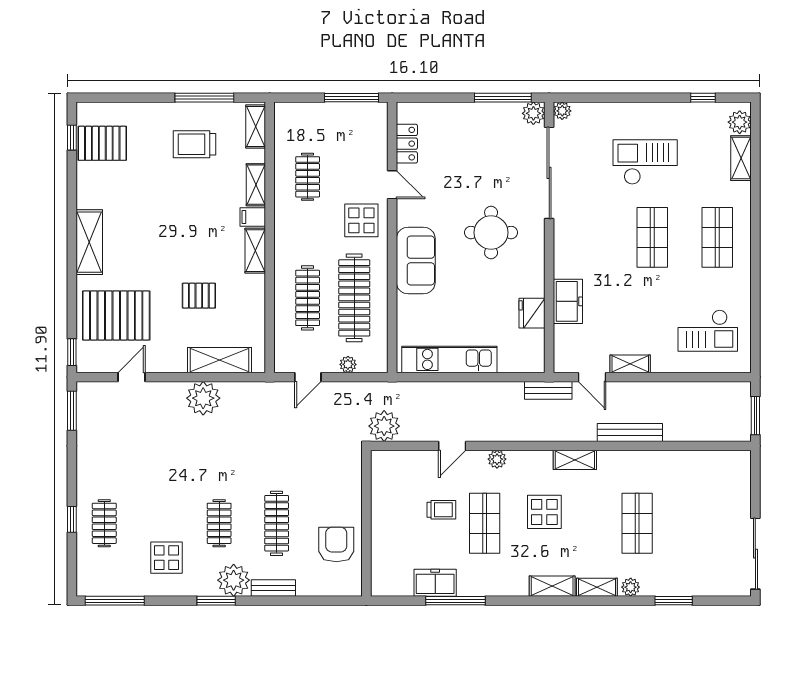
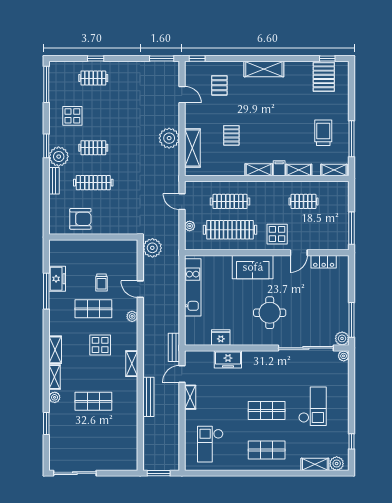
pallet: (116, 315) -> (219, 85), width x0.49, depth x0.50

